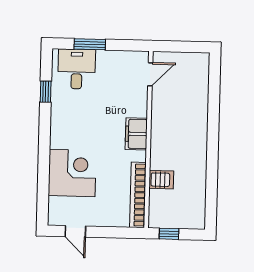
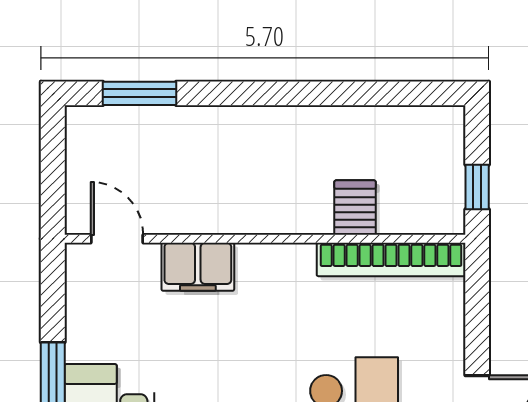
window: (214, 86) -> (140, 93), added
filing cabinet: (136, 134) -> (198, 267), moved

